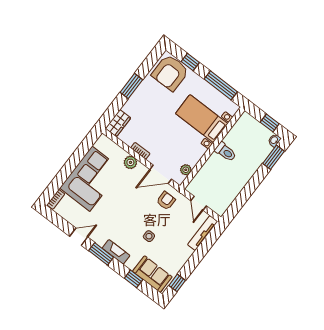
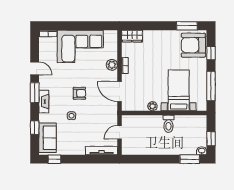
window: (131, 86) -> (187, 26), moved
plant: (186, 170) -> (152, 106), moved
armchair: (166, 201) -> (79, 93), moved

